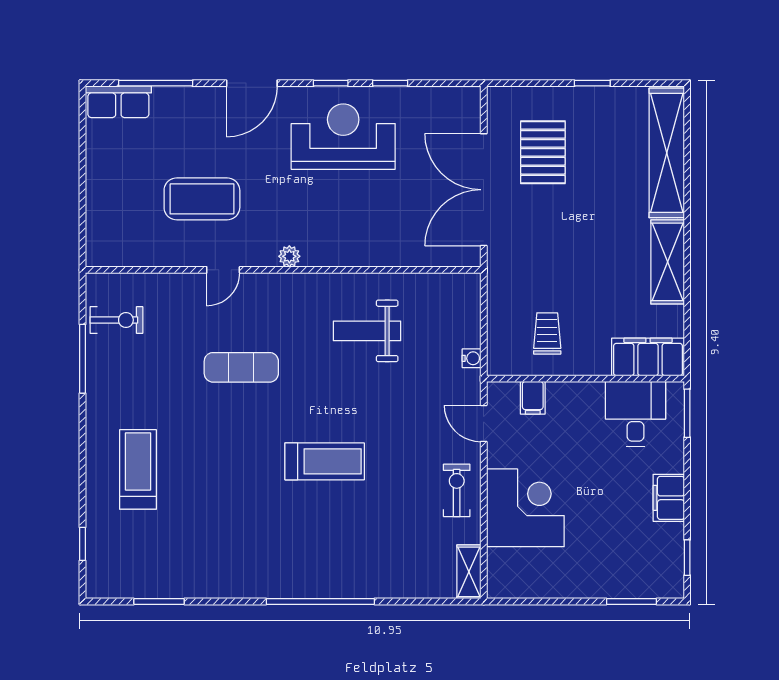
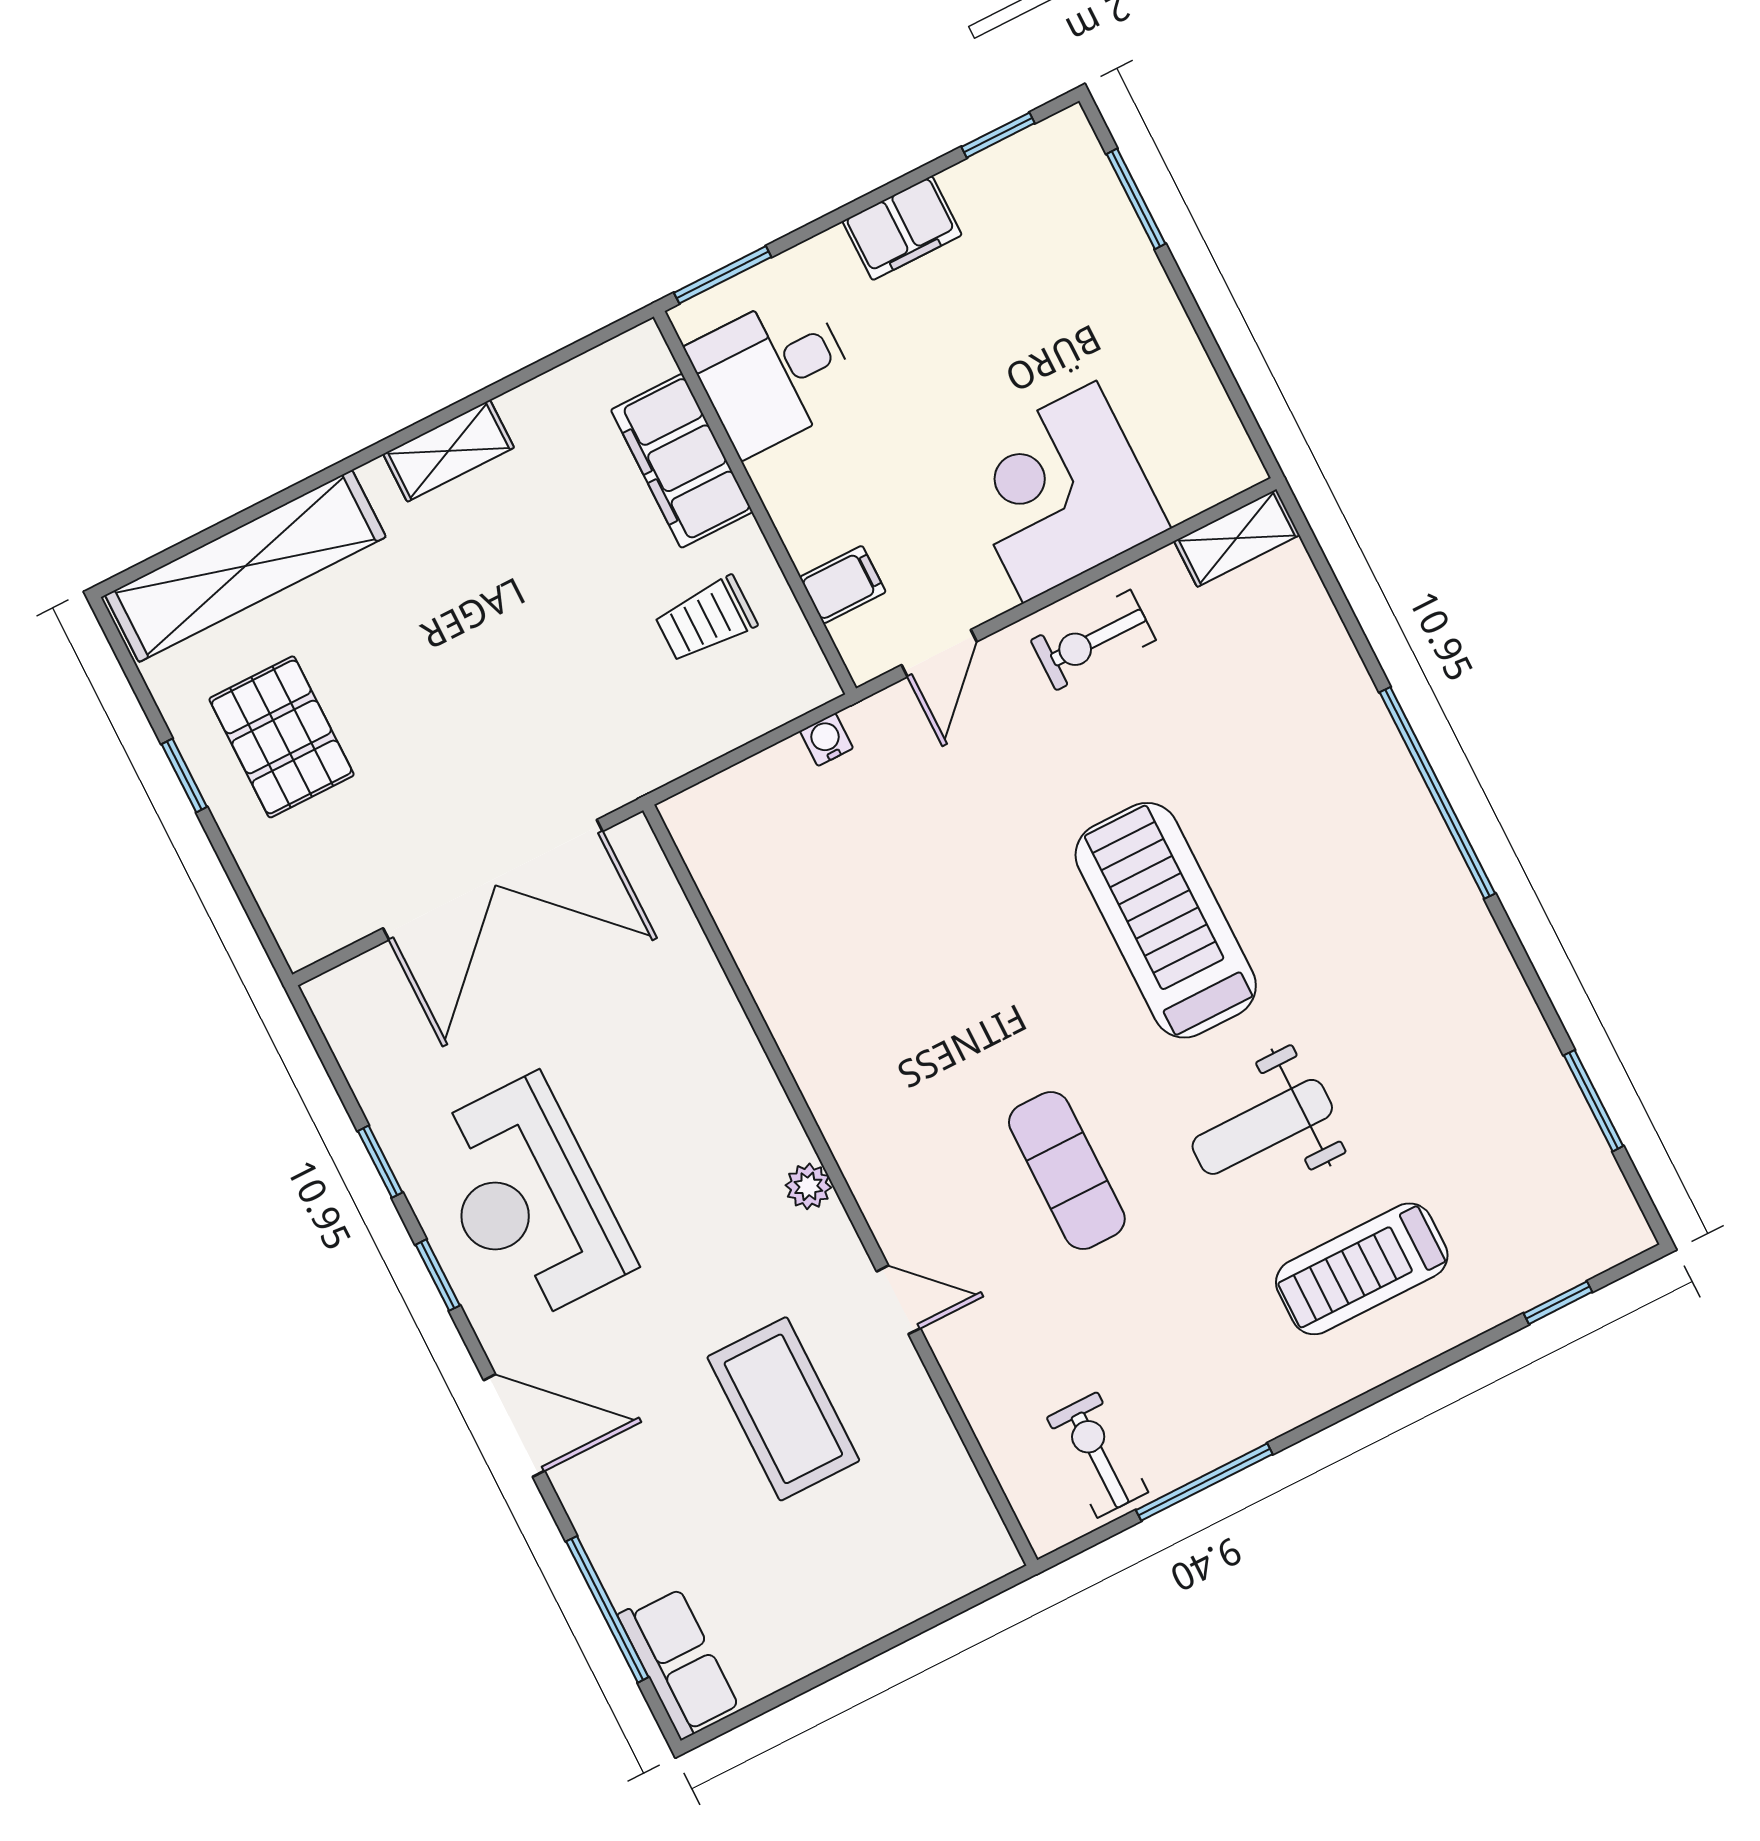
pallet: (543, 152) -> (282, 737), moved, turned 90
shelving: (668, 262) -> (449, 451), width x0.67, depth x0.75
weight bench: (367, 331) -> (1262, 1127), moved, turned 90
filing cabinet: (648, 357) -> (682, 461), moved
treadmill: (325, 461) -> (1166, 920), width x1.37, depth x1.38

